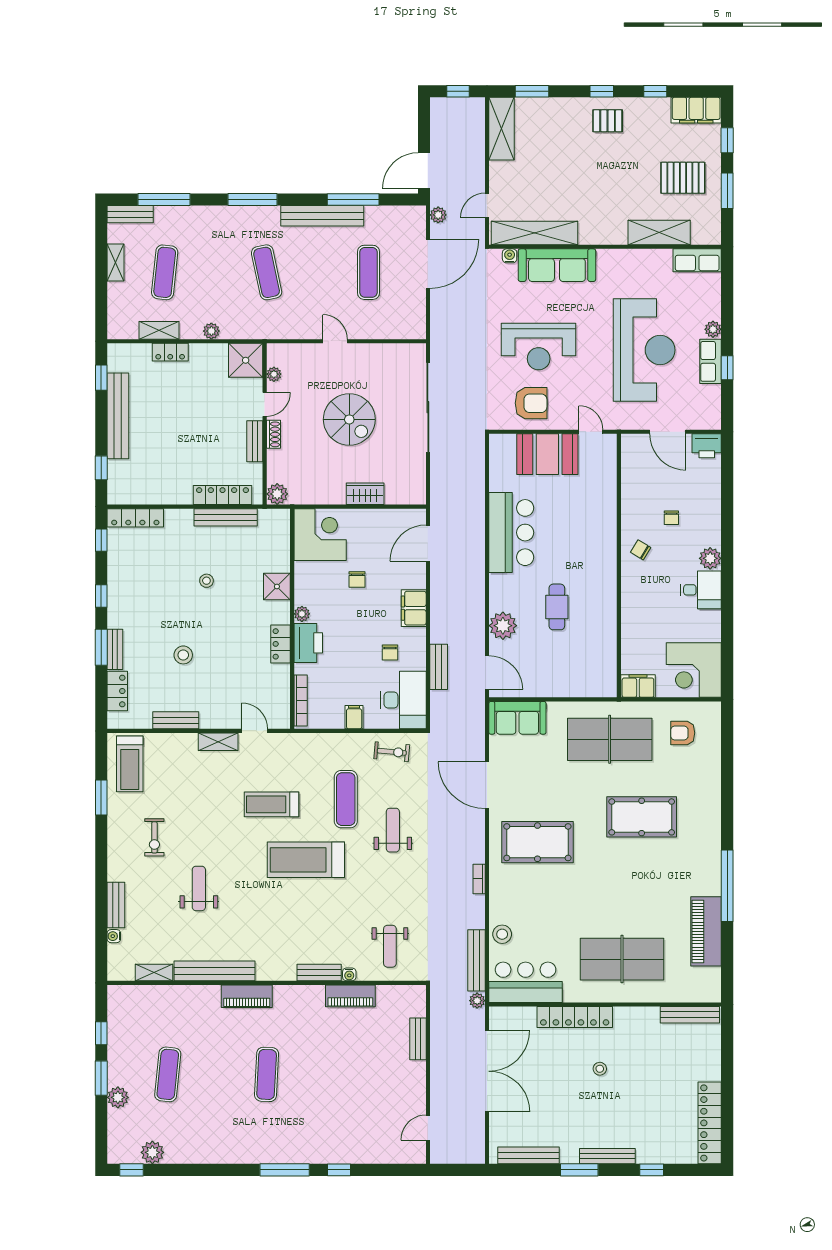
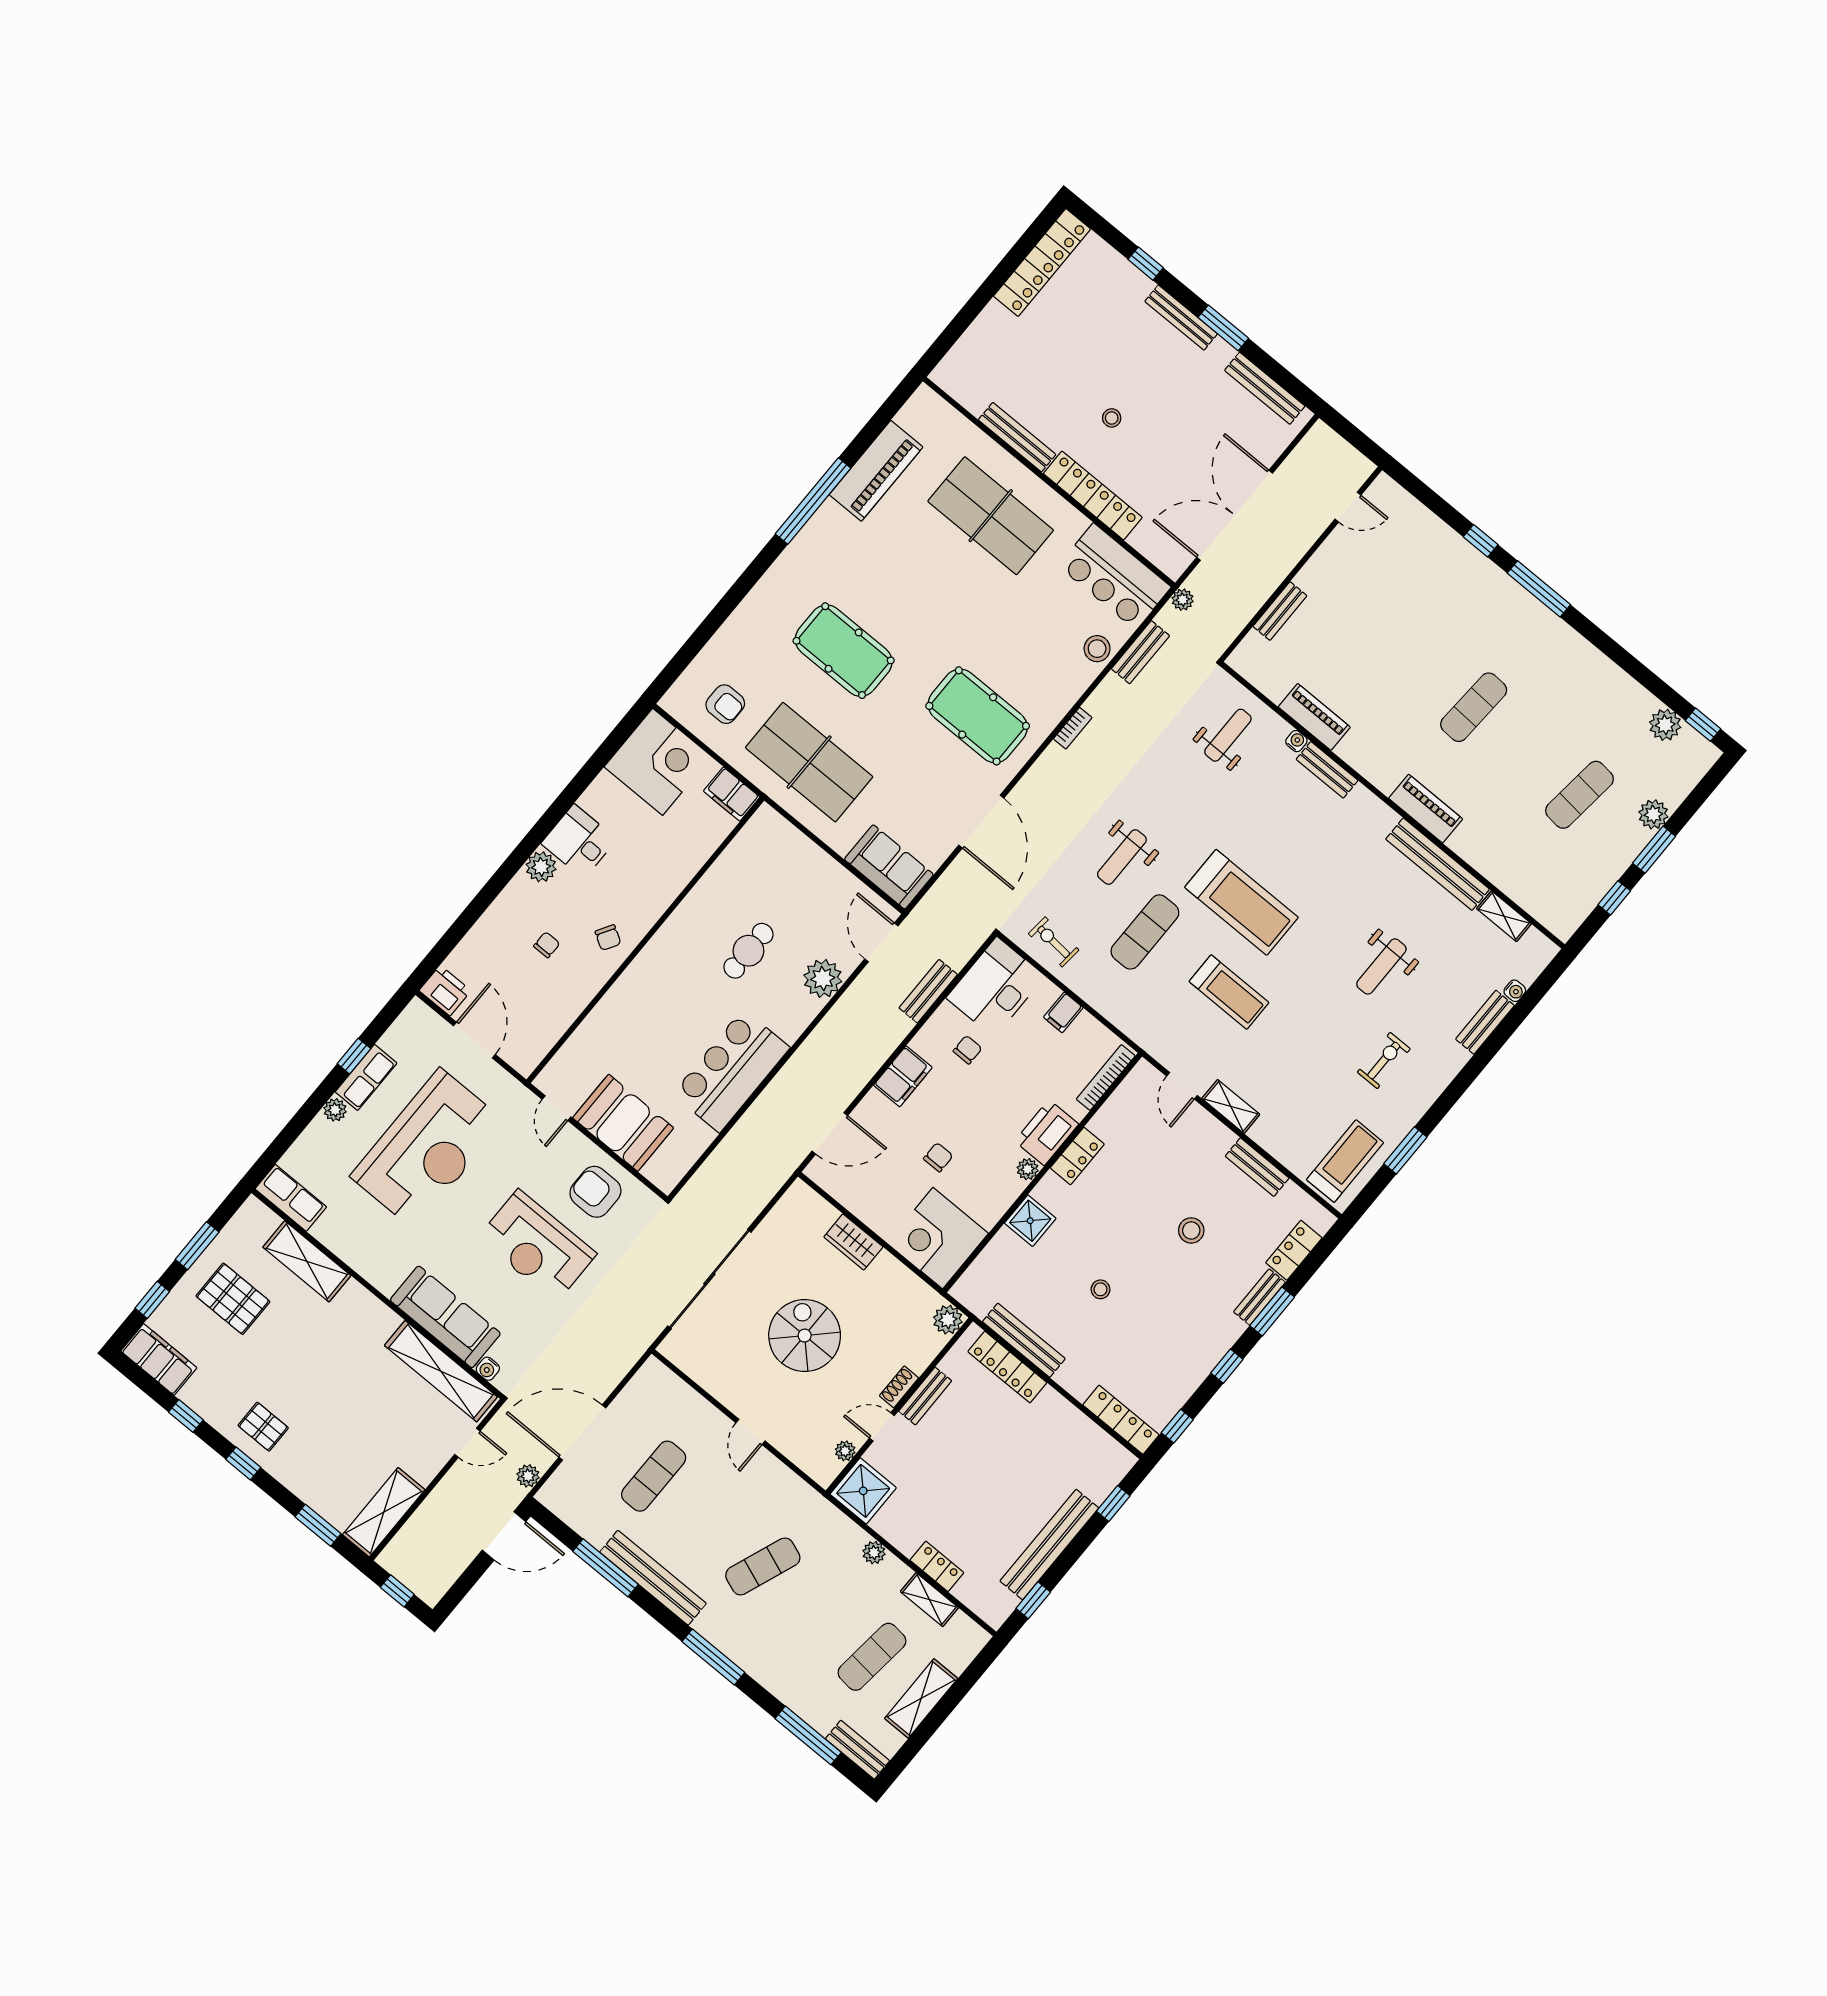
shelving: (116, 262) -> (921, 1698), width x1.50, depth x1.33
exercise mat: (267, 272) -> (763, 1566), turned 33
reception desk: (539, 347) -> (537, 1246), turned 180
reception desk: (644, 350) -> (427, 1149), turned 180
bench: (476, 960) -> (1140, 652), width x0.73
bench: (690, 1015) -> (1017, 437), moved

